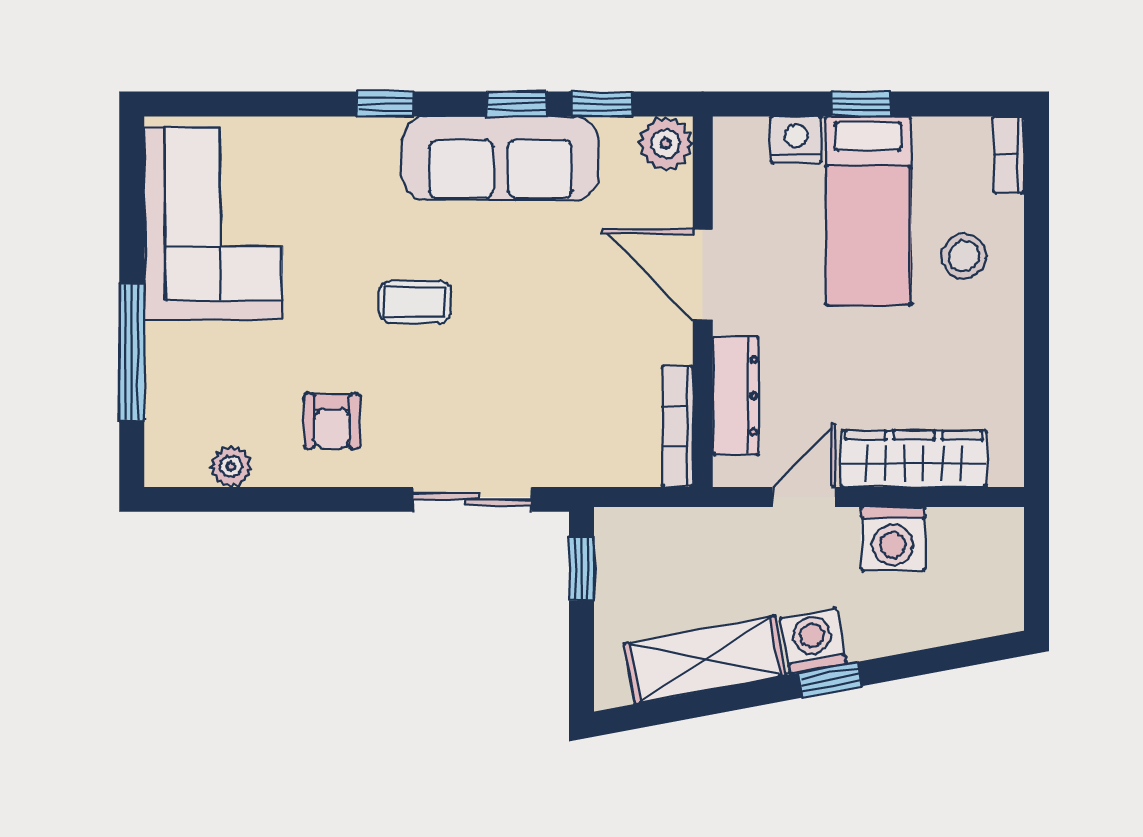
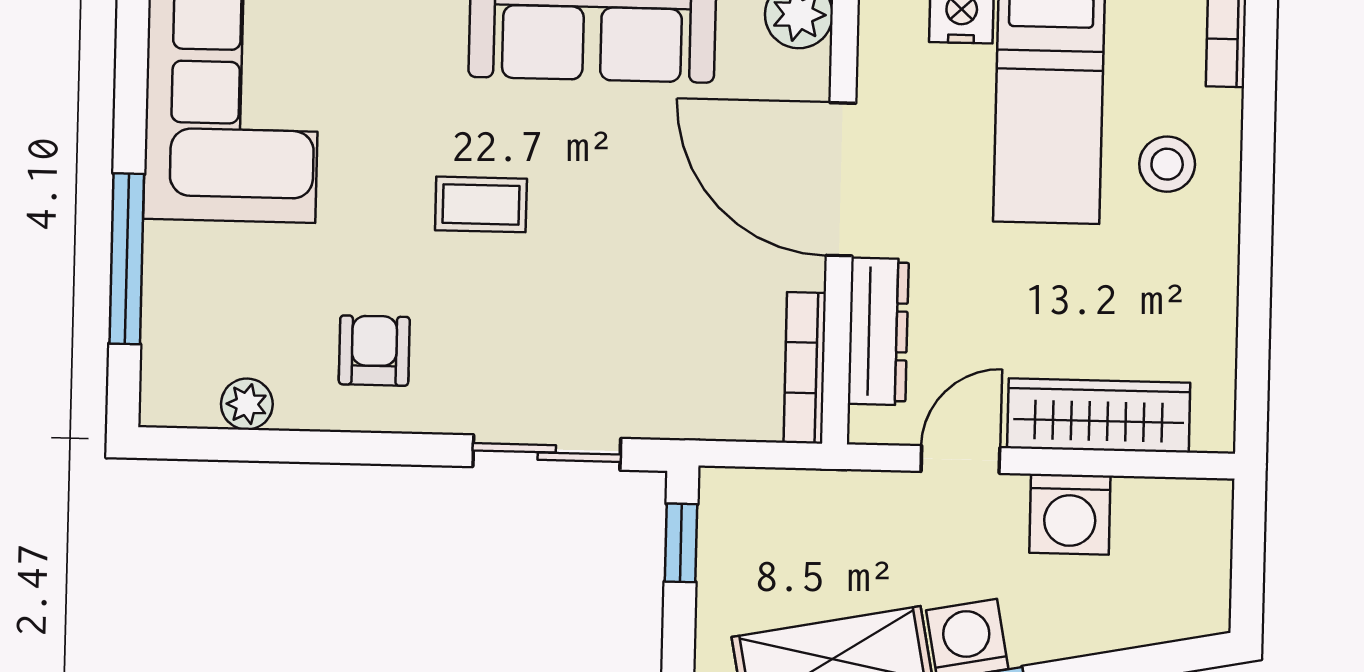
door: (703, 275) -> (841, 179), width x1.36
armchair: (332, 421) -> (374, 351), turned 180

